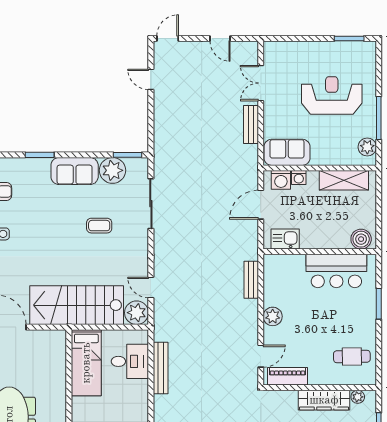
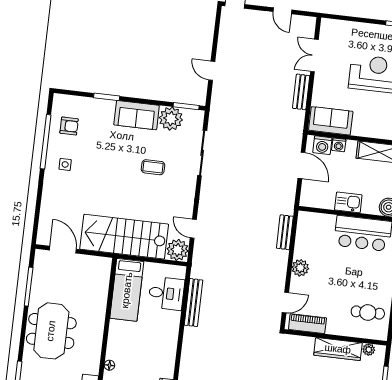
door: (151, 79) -> (212, 71), moved
door: (261, 205) -> (301, 165), swing flipped
kitchen sink: (285, 239) -> (348, 202), moved

